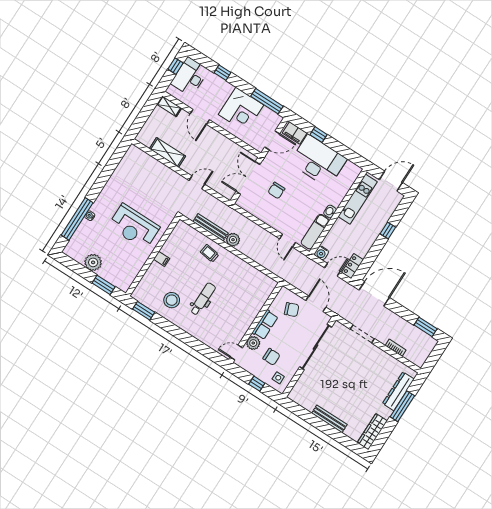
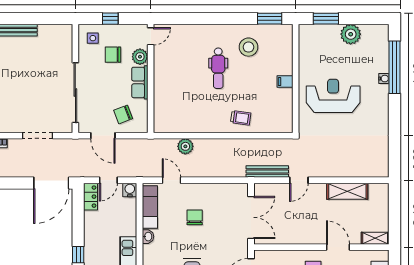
chair: (276, 190) -> (195, 217), moved
bench: (211, 227) -> (267, 172), moved
plant: (233, 240) -> (185, 146), moved

